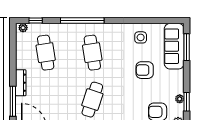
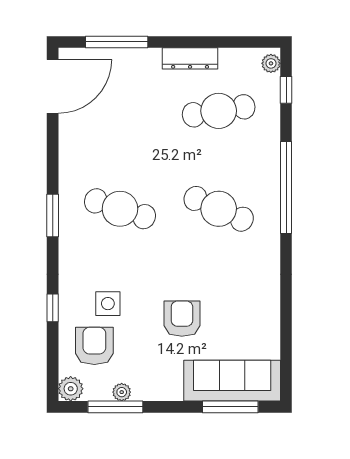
side table: (141, 37) -> (108, 304), moved
cafe table: (92, 53) -> (219, 209), turned 33
dresser: (21, 83) -> (190, 58), moved
window: (187, 102) -> (115, 407), width x1.44

